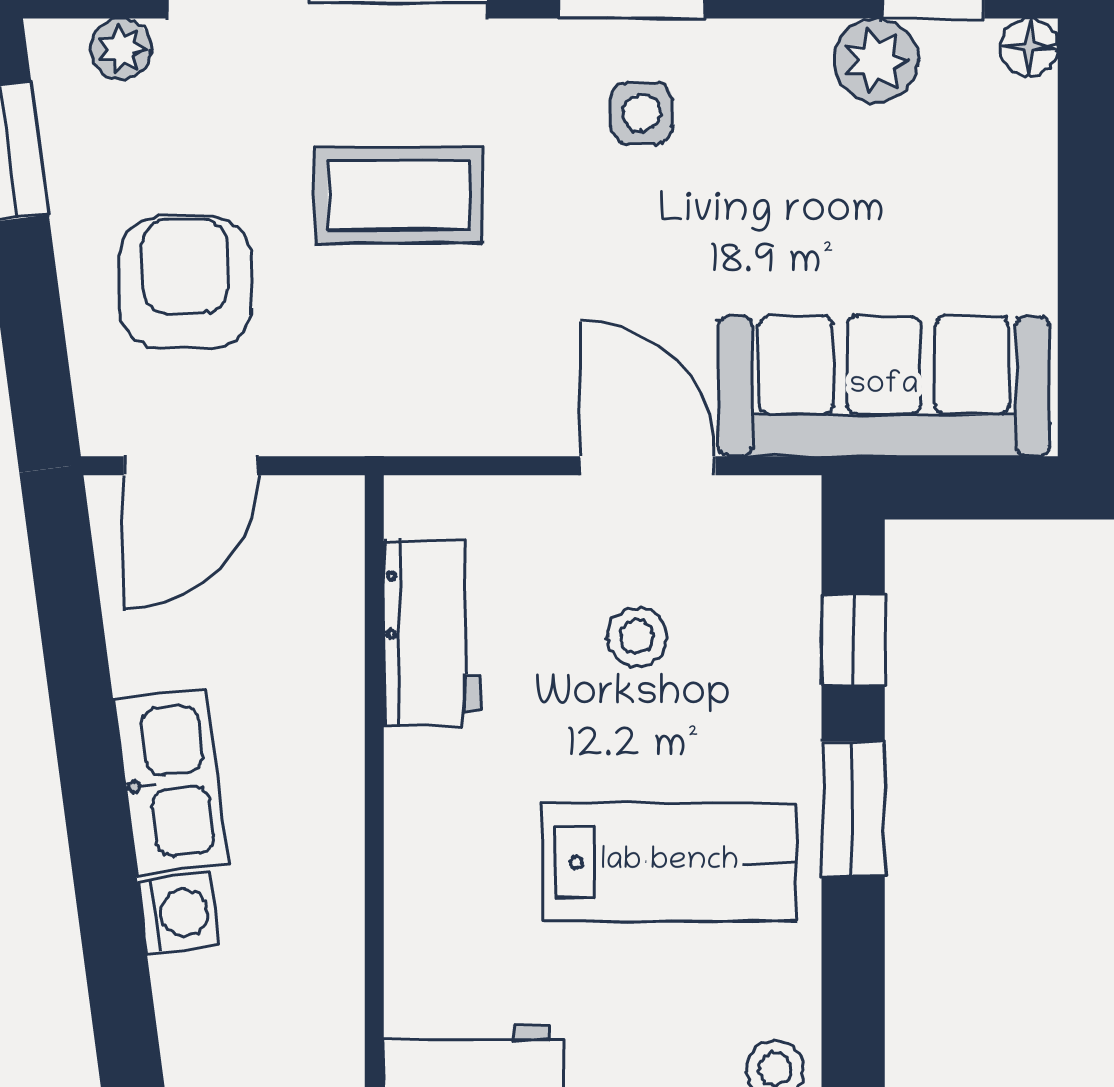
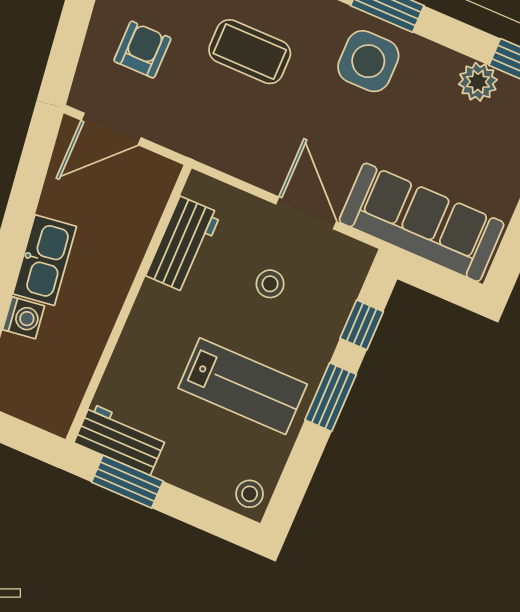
side table: (641, 113) -> (368, 61), width x1.87, depth x1.87
armchair: (185, 282) -> (142, 50), width x0.72, depth x0.72

